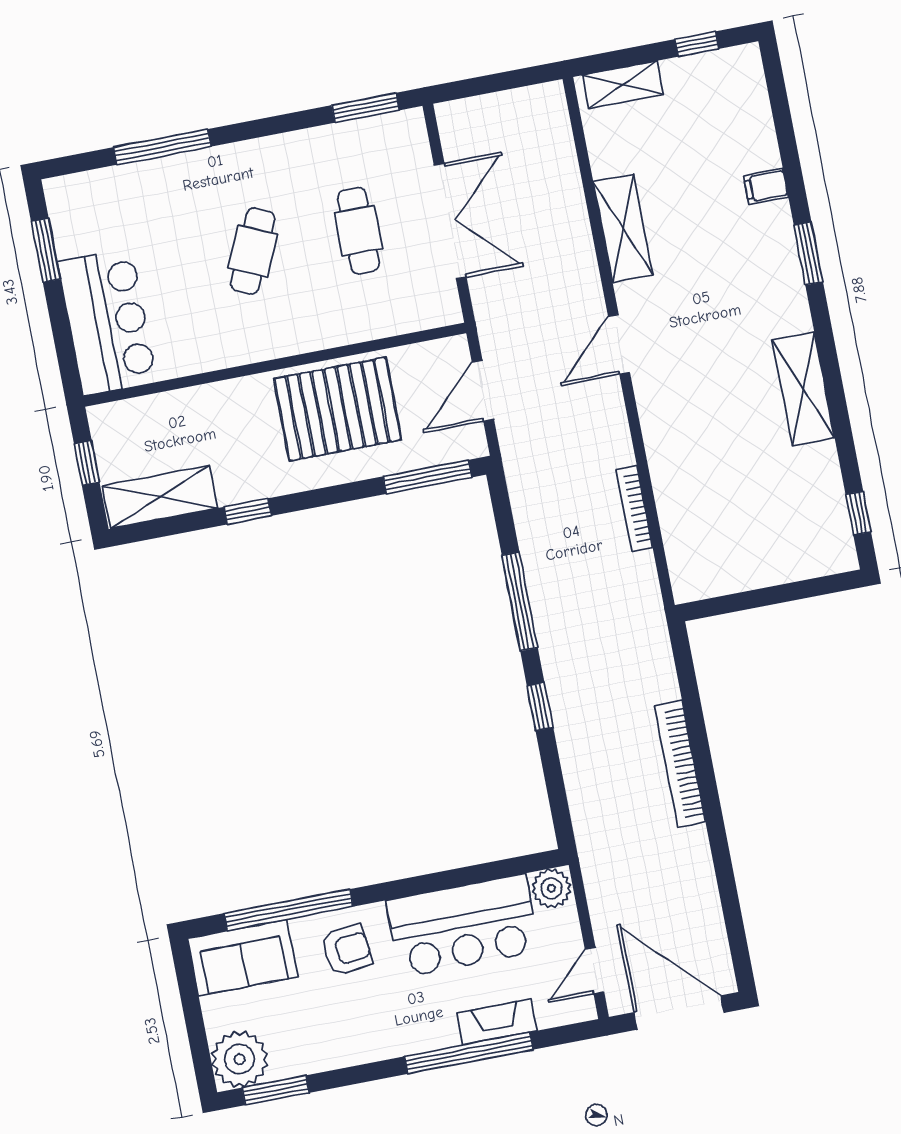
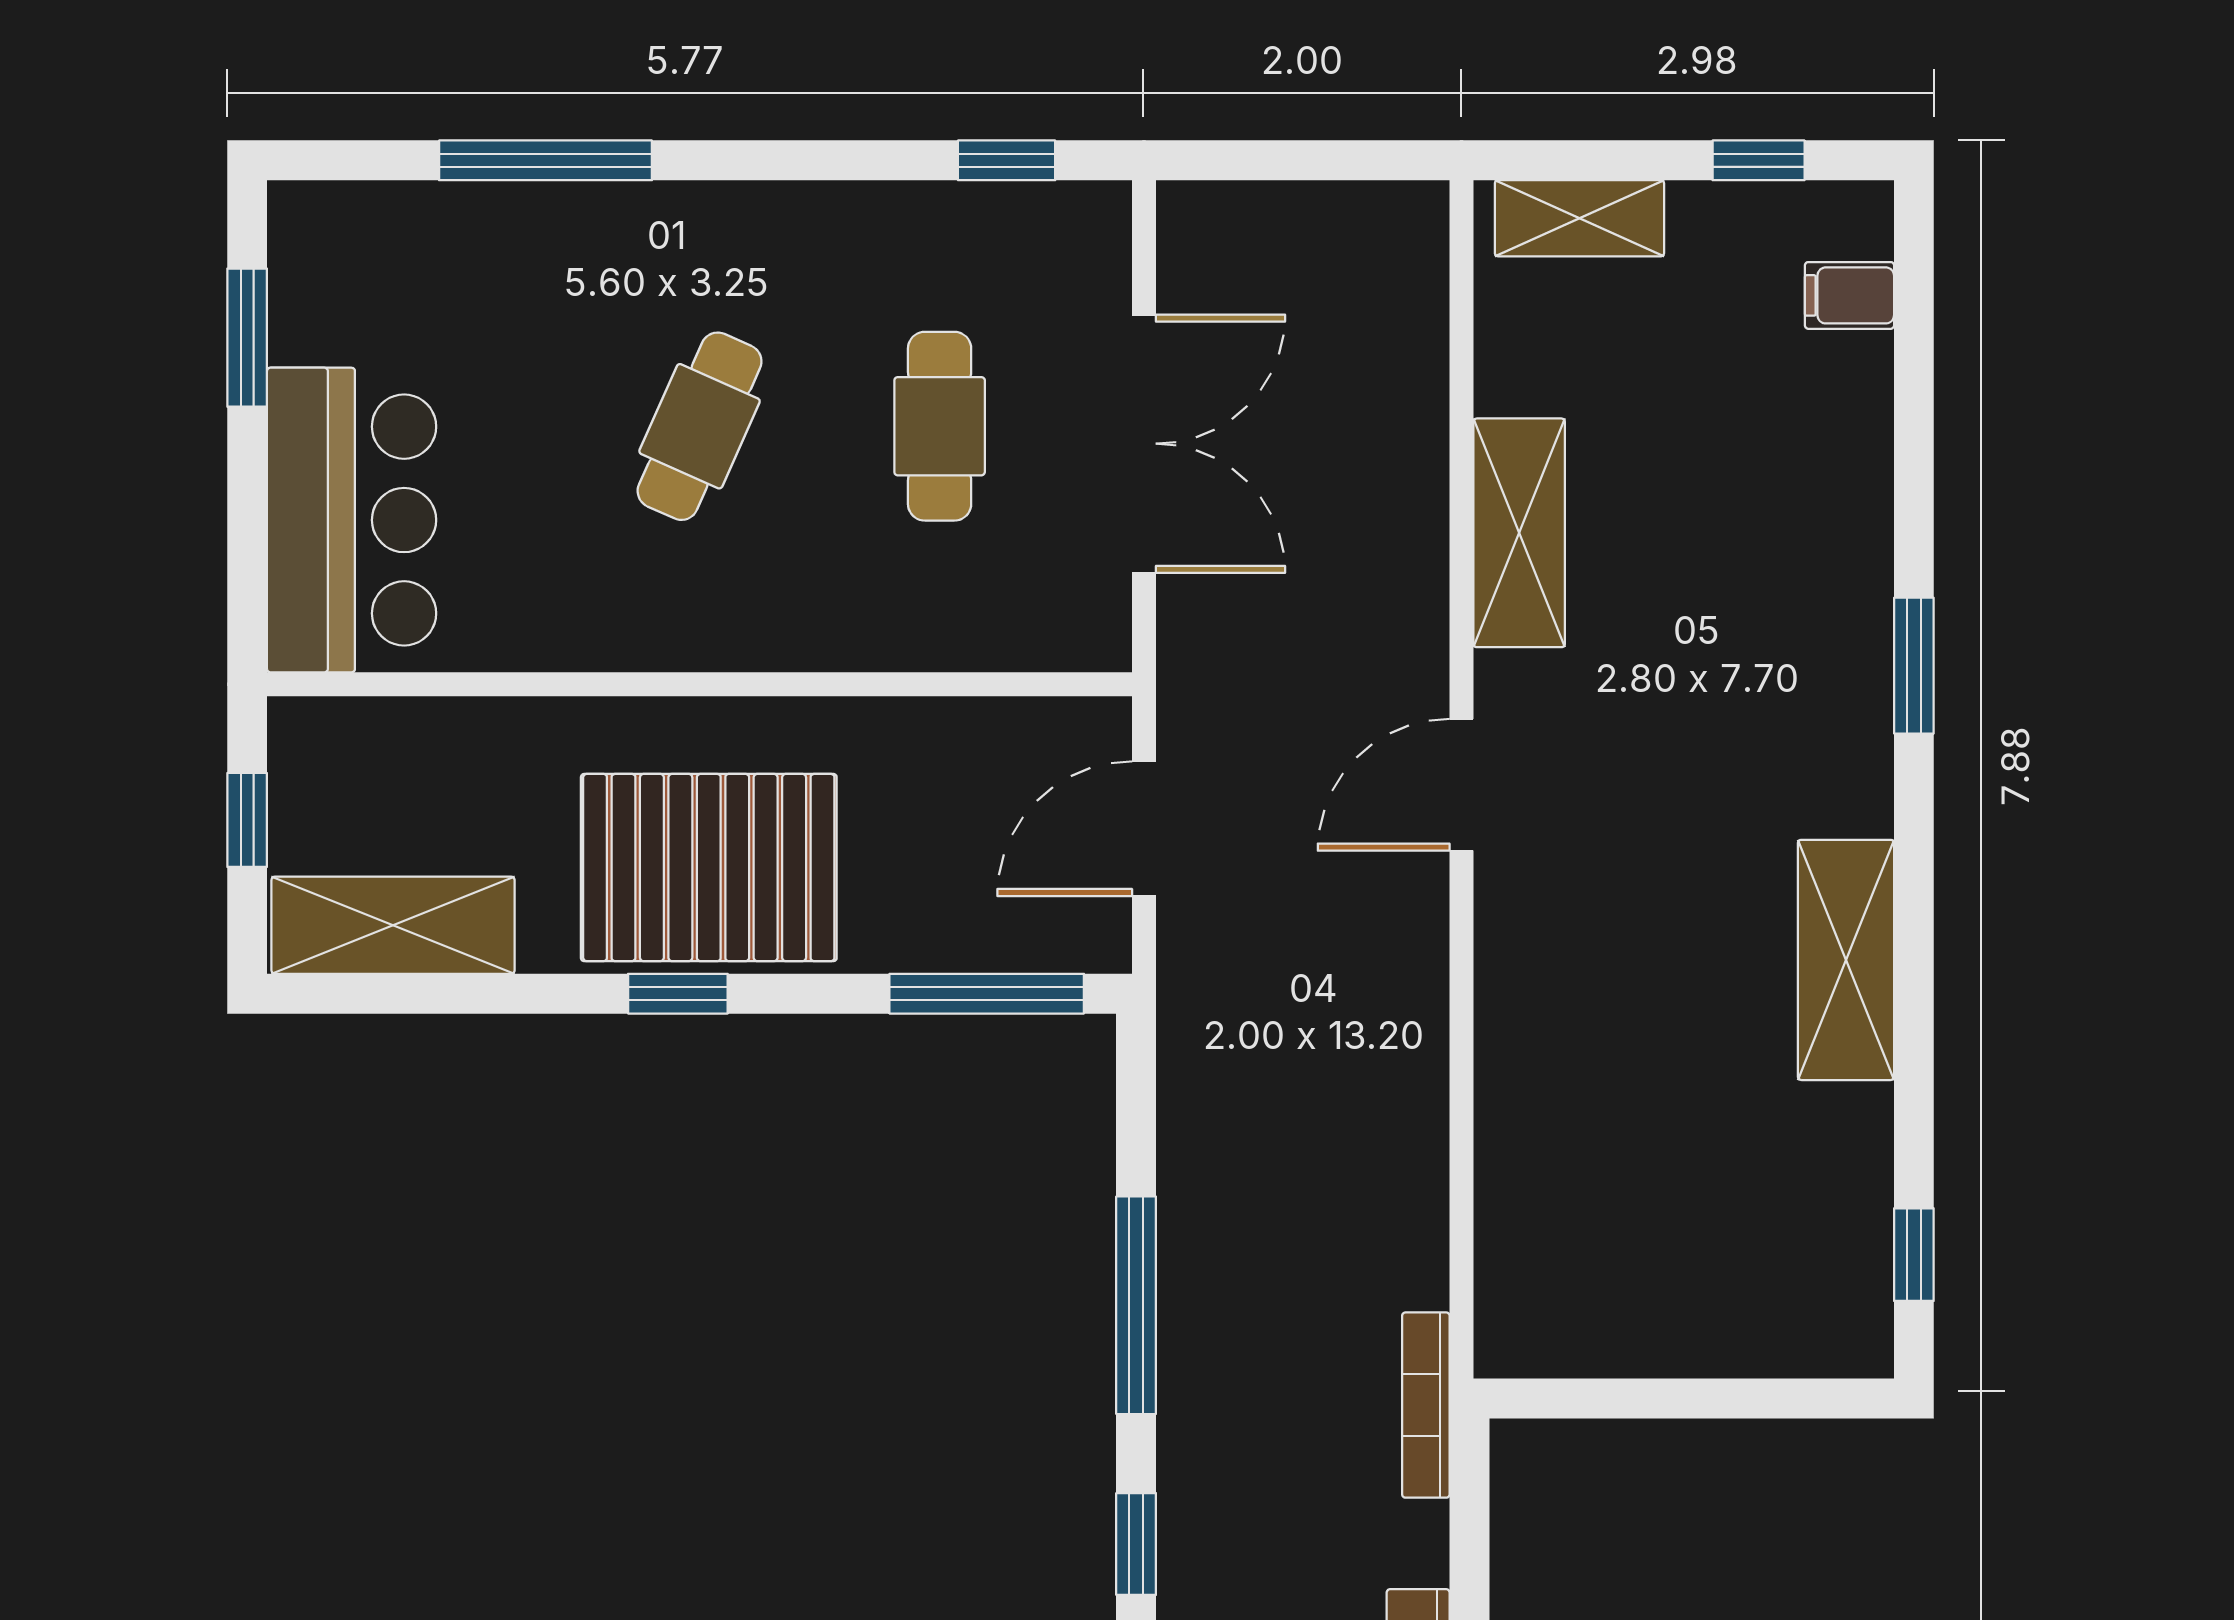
window: (366, 108) -> (1007, 160), width x0.67
filing cabinet: (766, 186) -> (1849, 295), moved
pallet: (338, 409) -> (709, 868), moved
bookcase: (634, 509) -> (1426, 1405), moved
window: (248, 511) -> (678, 994), moved

